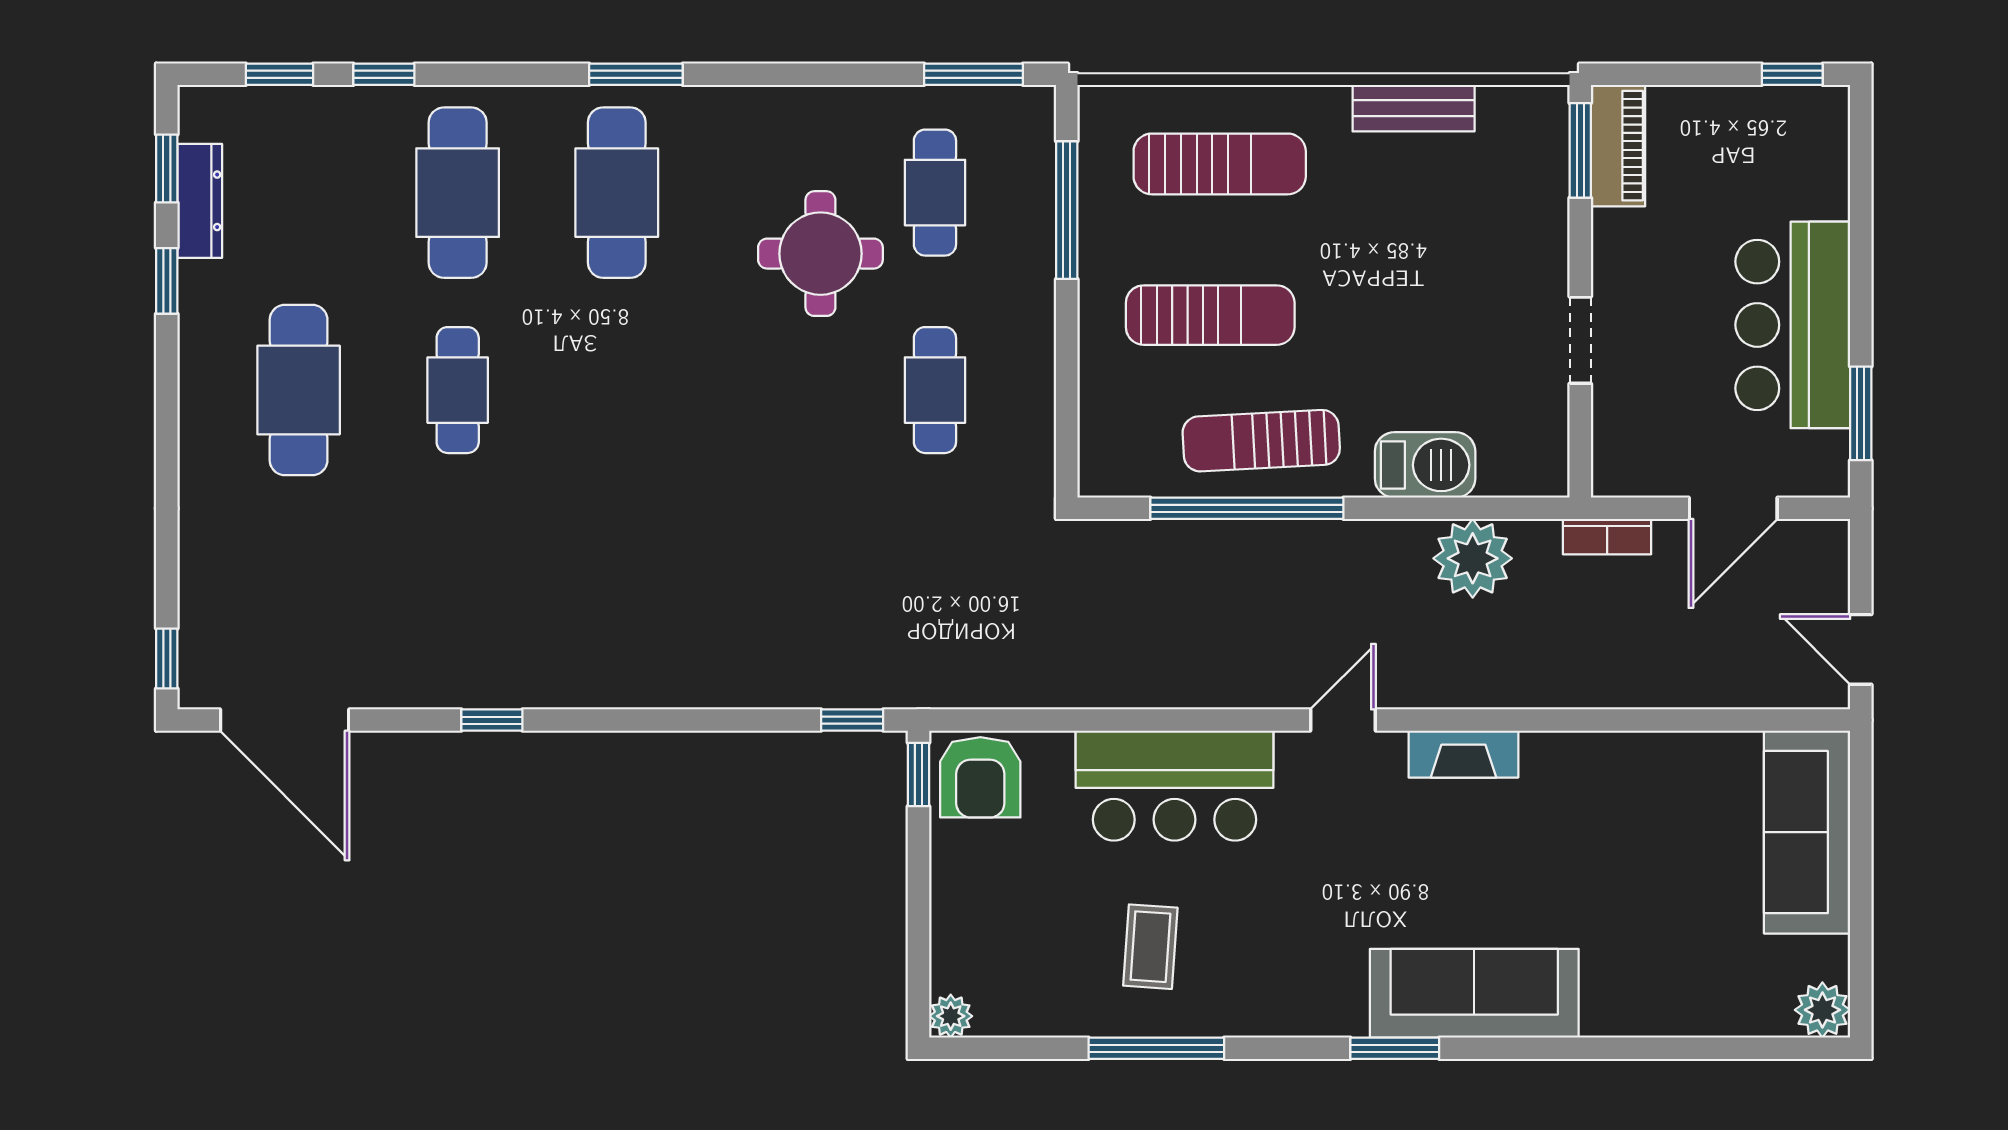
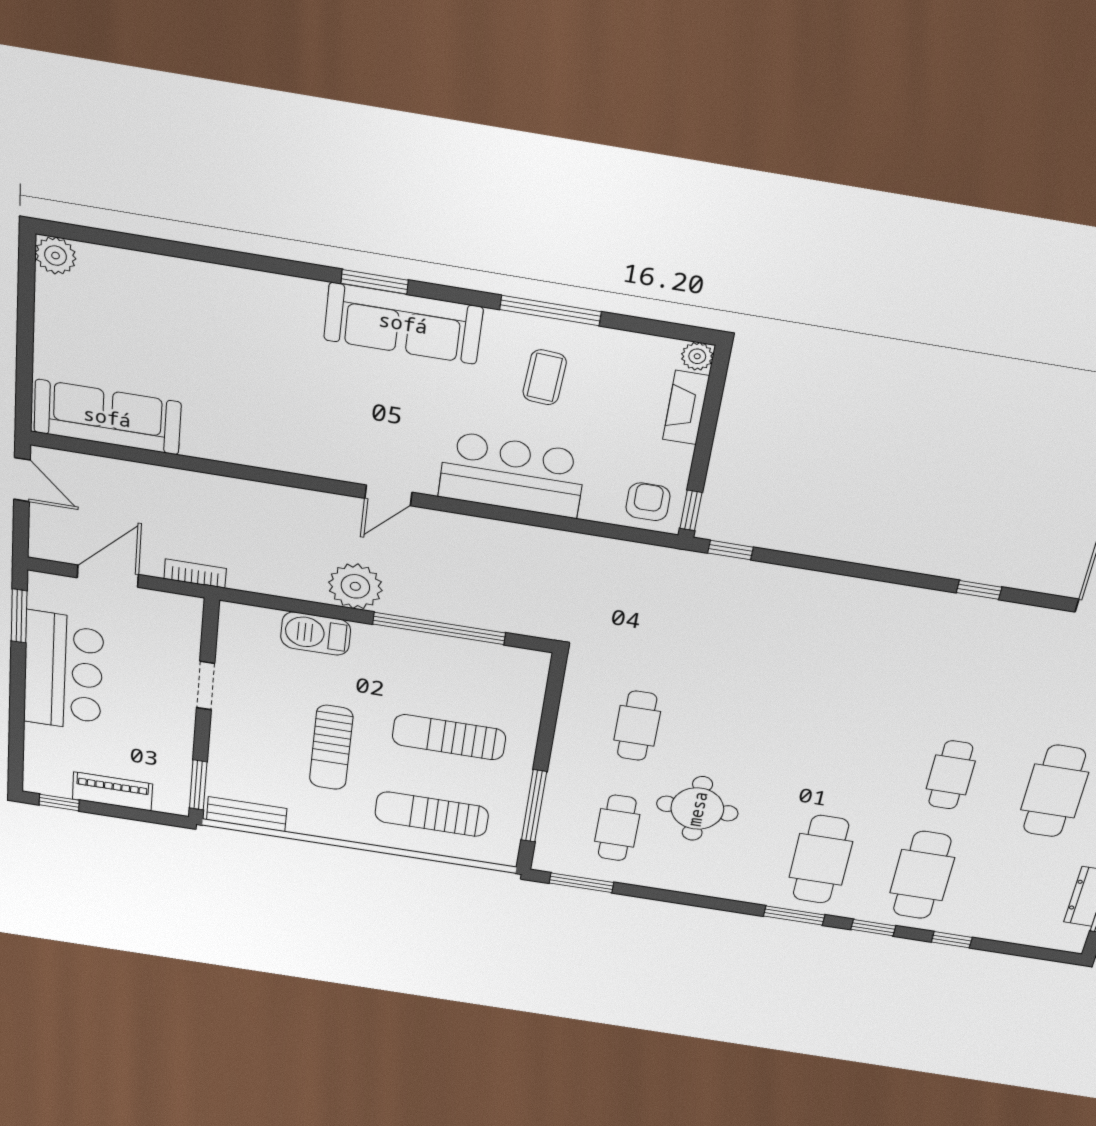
window: (280, 74) -> (873, 928), moved
bench: (1414, 108) -> (247, 814), moved
piano: (1618, 146) -> (112, 792), moved, turned 90
sun lounger: (1261, 441) -> (331, 748), moved, turned 93
plant: (1473, 558) -> (355, 586), moved
fireplace: (1463, 754) -> (686, 408), moved, turned -90
armchair: (980, 777) -> (648, 502), width x0.72, depth x0.72
sofa: (1807, 832) -> (107, 417), moved, turned -90
sofa: (1474, 993) -> (403, 323), moved

